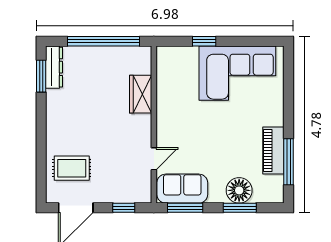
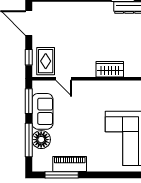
rug: (72, 168) -> (46, 61), moved
sofa: (182, 189) -> (42, 111), moved
window: (240, 208) -> (29, 140), width x1.44

